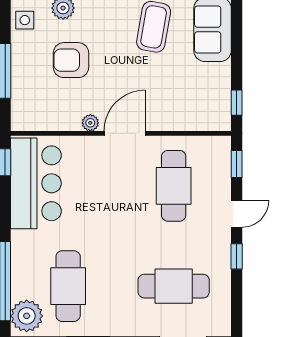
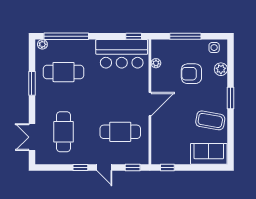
armchair: (71, 60) -> (191, 74), turned -90
plant: (90, 123) -> (156, 63), moved
door: (125, 133) -> (150, 104), hinge flipped
plant: (27, 316) -> (42, 44), width x0.53, depth x0.53

